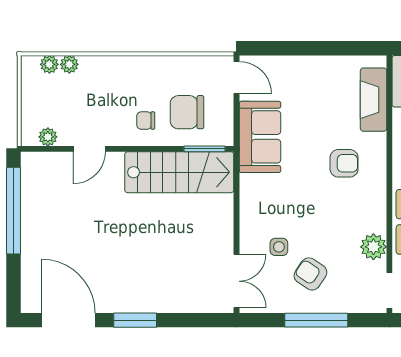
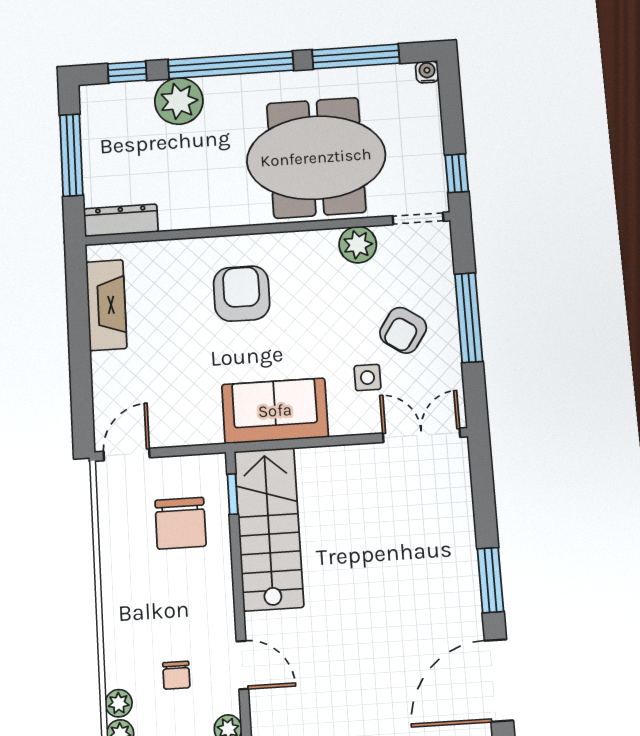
fireplace: (374, 100) -> (106, 305), moved, turned -90
chair: (146, 121) -> (176, 675), moved
sofa: (260, 137) -> (275, 411), moved
window: (205, 149) -> (233, 494), width x0.67
armchair: (344, 163) -> (242, 294), width x1.38, depth x1.38

